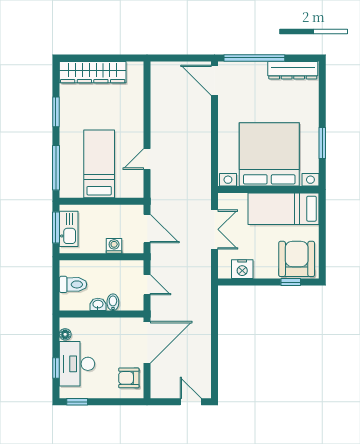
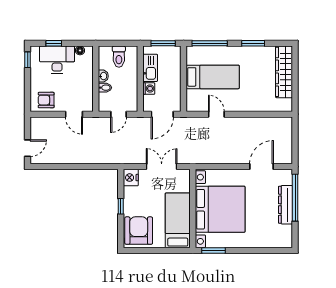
dresser: (293, 70) -> (286, 205), moved
door: (214, 80) -> (261, 167), moved
window: (322, 143) -> (214, 251), moved
kitchen sink: (69, 229) -> (150, 68), moved, turned -90
double door: (214, 229) -> (162, 167), swing flipped
armchair: (297, 259) -> (139, 231), turned -90
nightstand: (242, 269) -> (131, 178), moved
window: (291, 282) -> (121, 206), moved
door: (147, 342) -> (74, 114), width x0.53
armchair: (129, 378) -> (46, 100), turned -90

